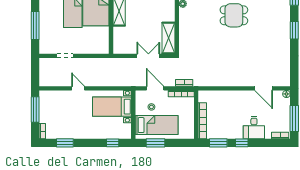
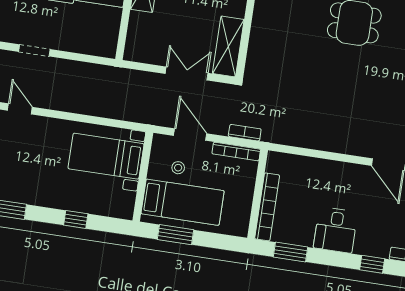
door: (78, 88) -> (20, 109), moved
desk: (254, 128) -> (336, 230), moved
window: (113, 143) -> (76, 219), moved
window: (242, 143) -> (372, 264), moved

